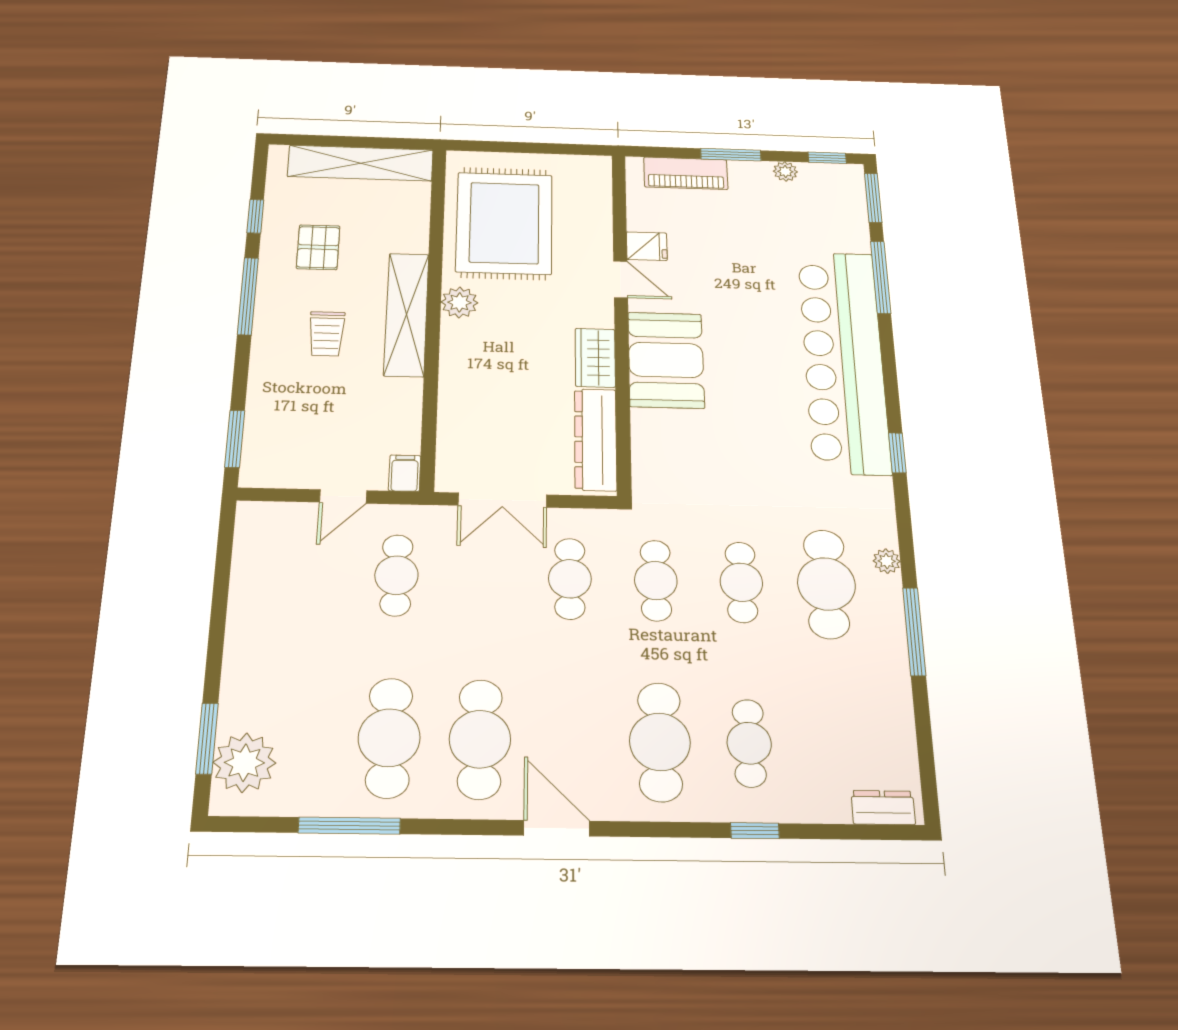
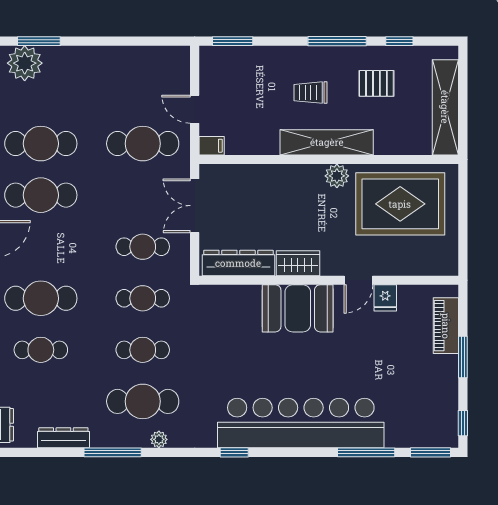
plant: (785, 172) -> (450, 394), removed
cafe table: (396, 575) -> (143, 144), width x1.37, depth x1.35
dresser: (897, 709) -> (63, 438), added

